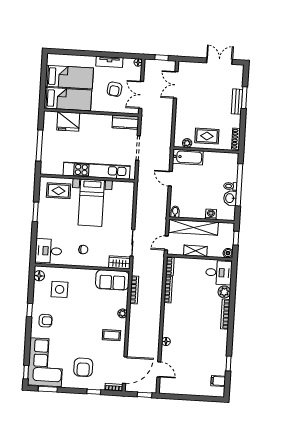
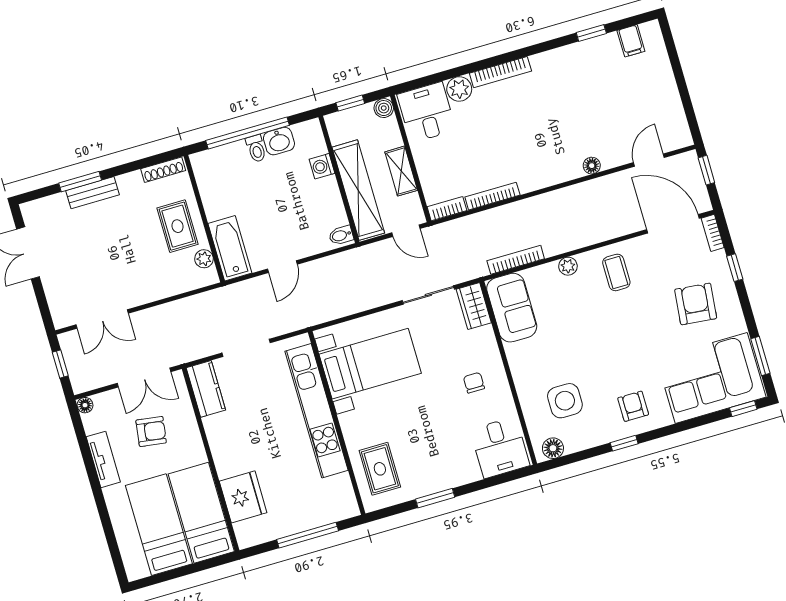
bed with nightstands: (91, 203) -> (370, 364), moved
armchair: (83, 367) -> (696, 304), turned -84

